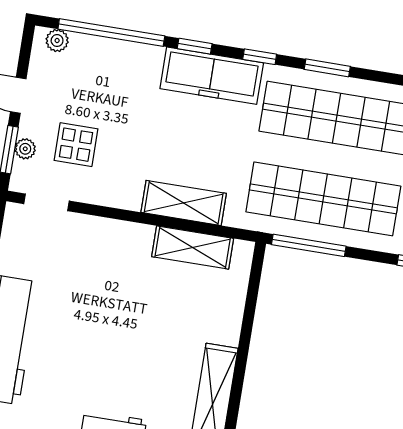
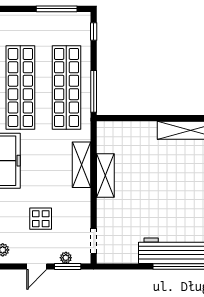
display table: (76, 145) -> (41, 219), moved
shelving: (193, 247) -> (105, 176), moved

